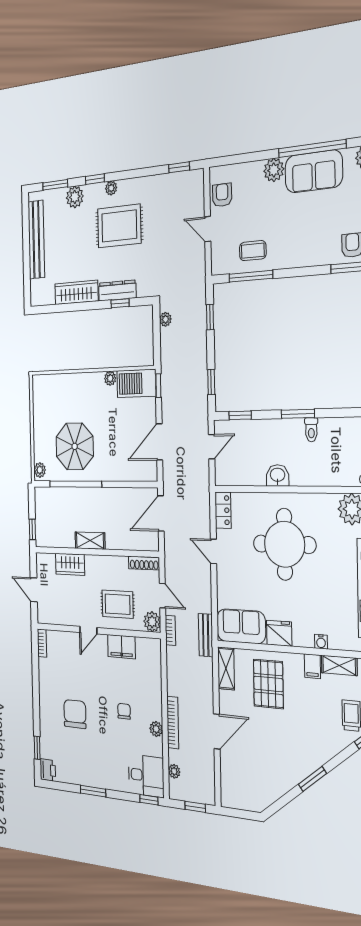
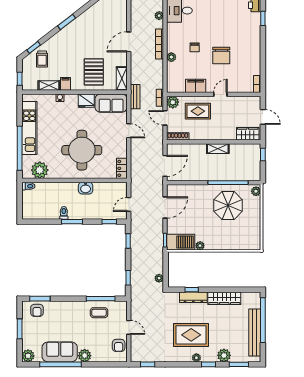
window: (27, 261) -> (263, 320), added
door: (213, 551) -> (129, 131), moved
wardrobe: (70, 564) -> (248, 134), moved
chair: (75, 714) -> (221, 55), moved
plant: (156, 729) -> (171, 57), moved

